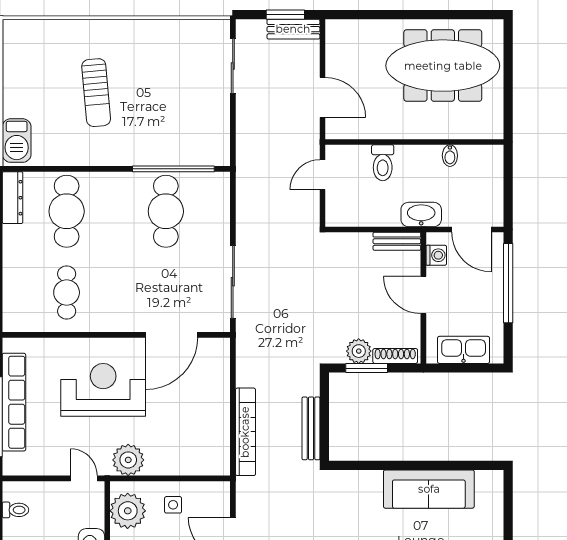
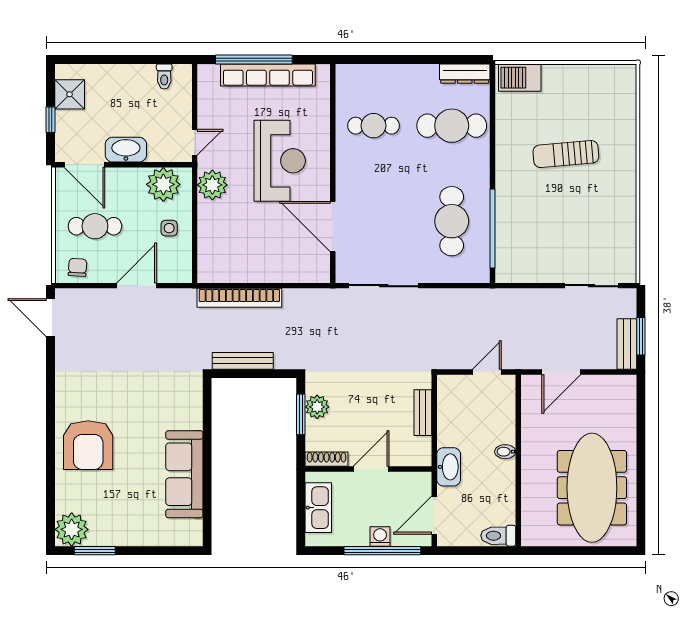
bidet: (450, 156) -> (505, 452), moved
toilet: (383, 163) -> (498, 536), moved
door: (323, 175) -> (487, 372), hinge flipped
cafe table: (166, 211) -> (452, 221), turned 90
bench: (397, 241) -> (423, 413), moved
washing machine: (436, 255) -> (380, 536), moved, turned 180
shoe rack: (395, 356) -> (327, 459), moved, turned -90

